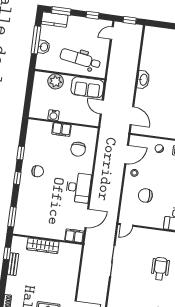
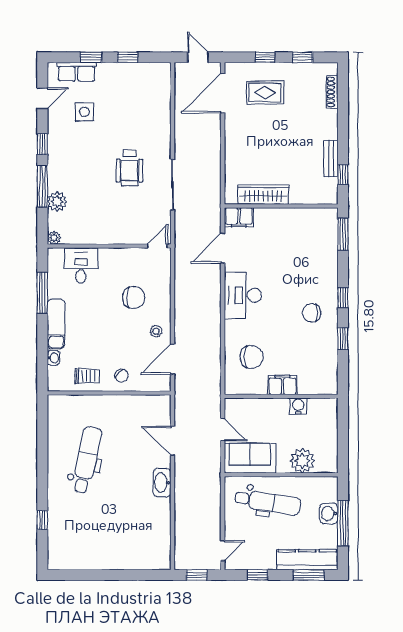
kitchen counter: (55, 20) -> (307, 560), width x1.50
door: (132, 116) -> (173, 441), moved
chair: (78, 149) -> (252, 357), turned 90
wardrobe: (43, 246) -> (263, 194), moved
wheelchair: (160, 269) -> (129, 168), moved

